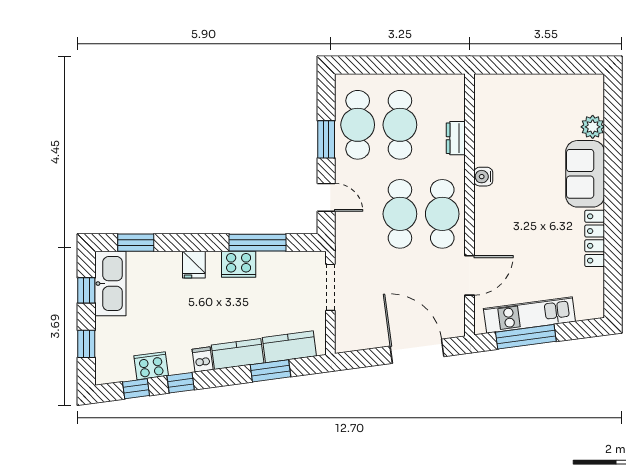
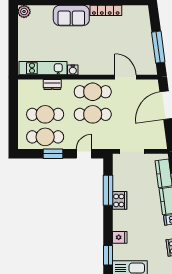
plant: (593, 127) -> (24, 11), moved
fridge: (194, 265) -> (120, 237), moved
kitchen unit: (529, 315) -> (43, 68), moved, turned 98

